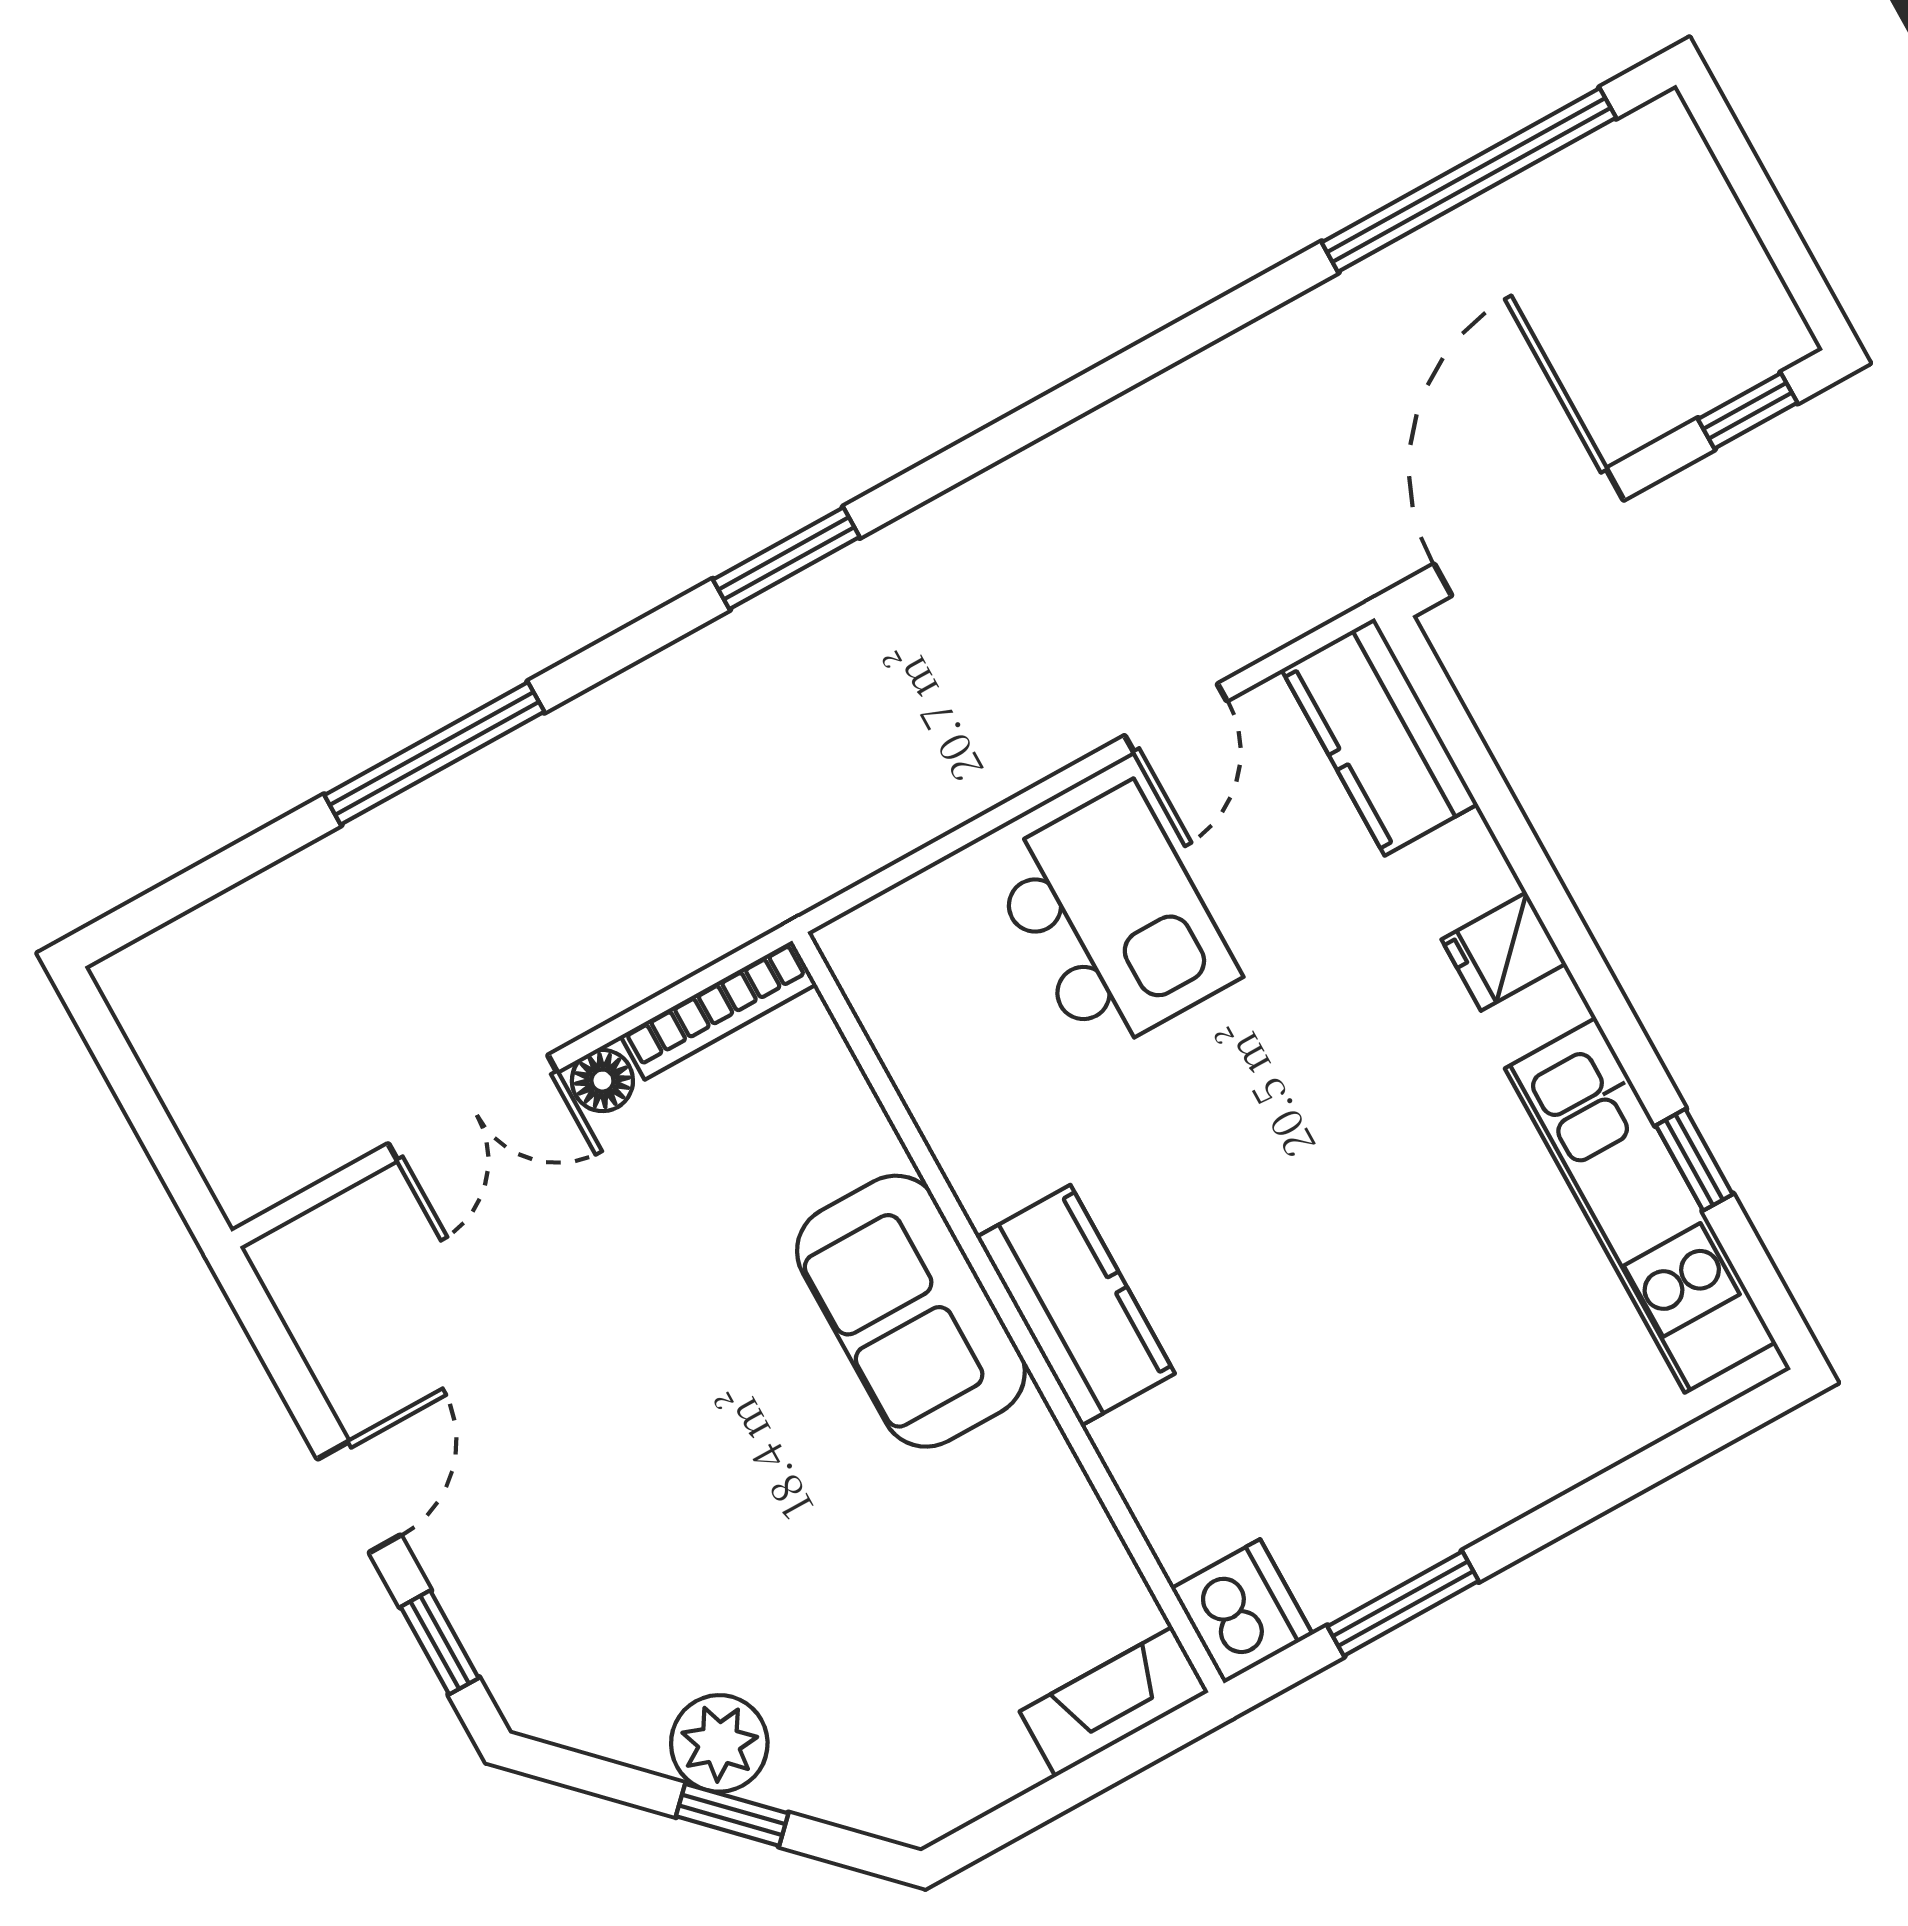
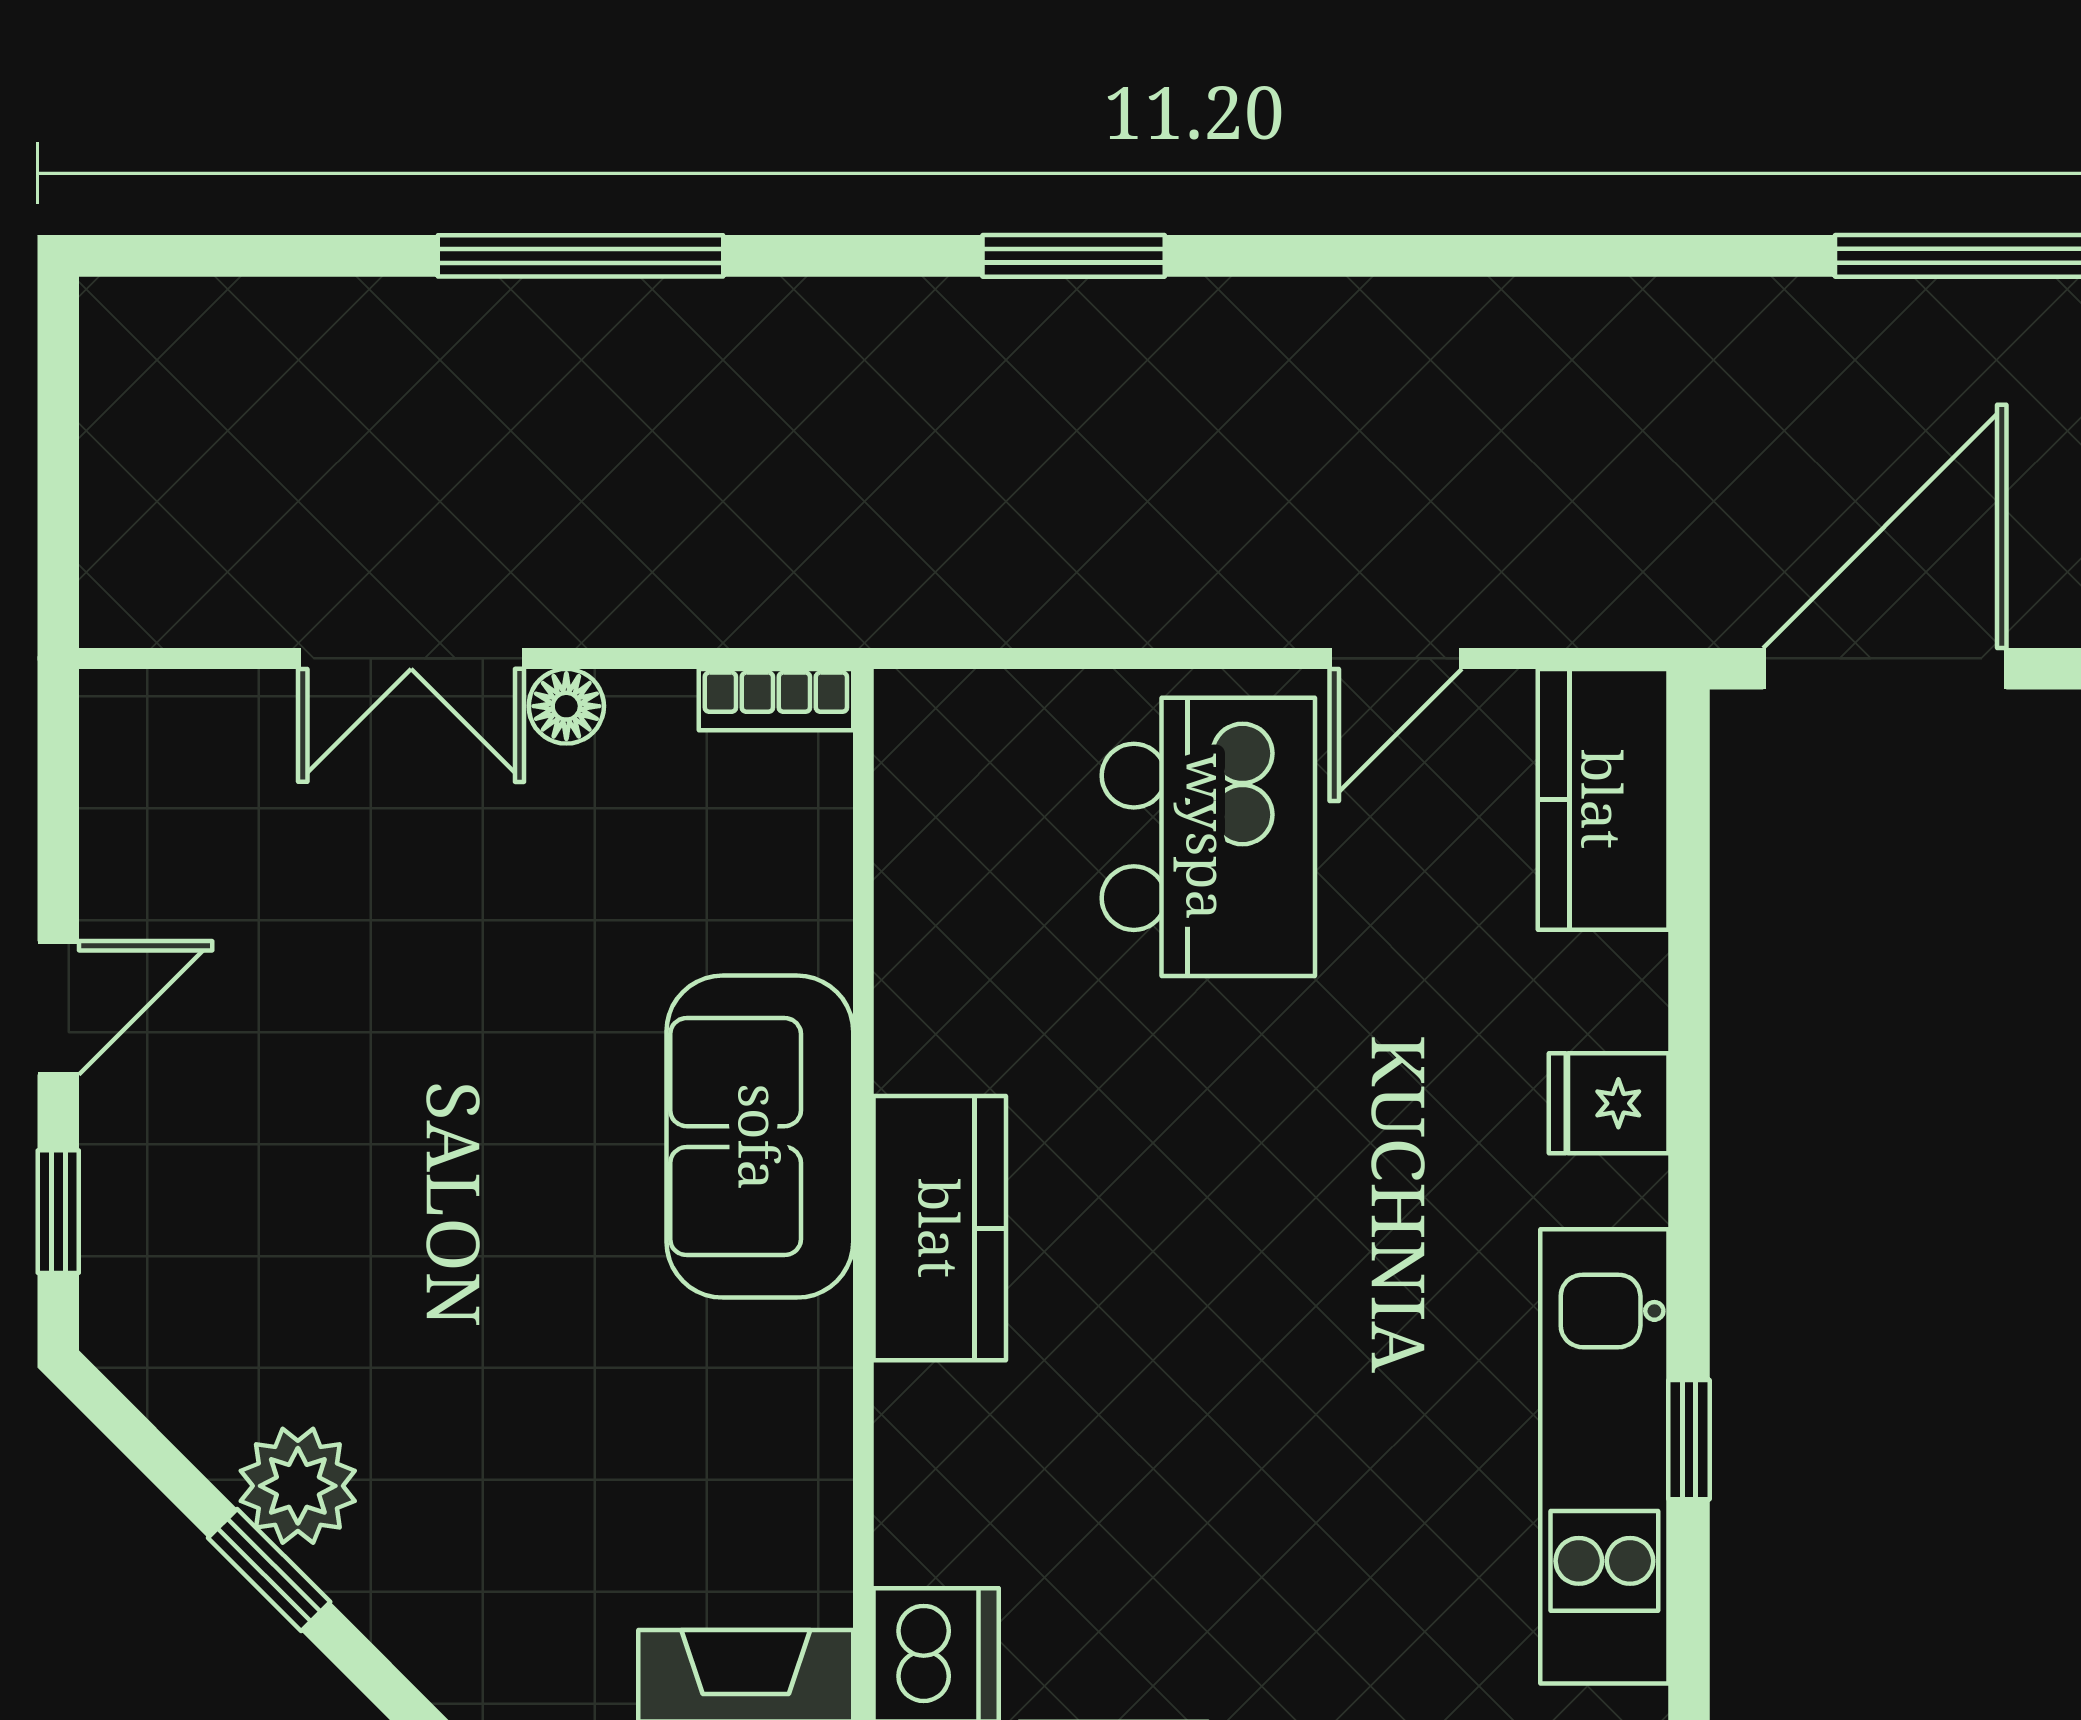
bookcase: (718, 1010) -> (776, 700), width x0.64

